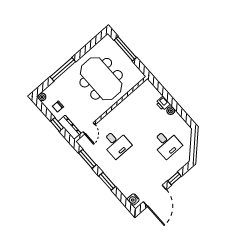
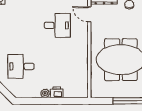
desk: (116, 144) -> (57, 25), turned 180

